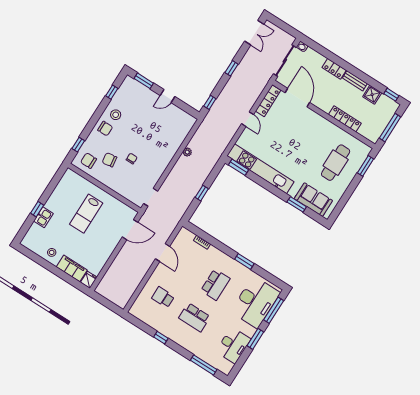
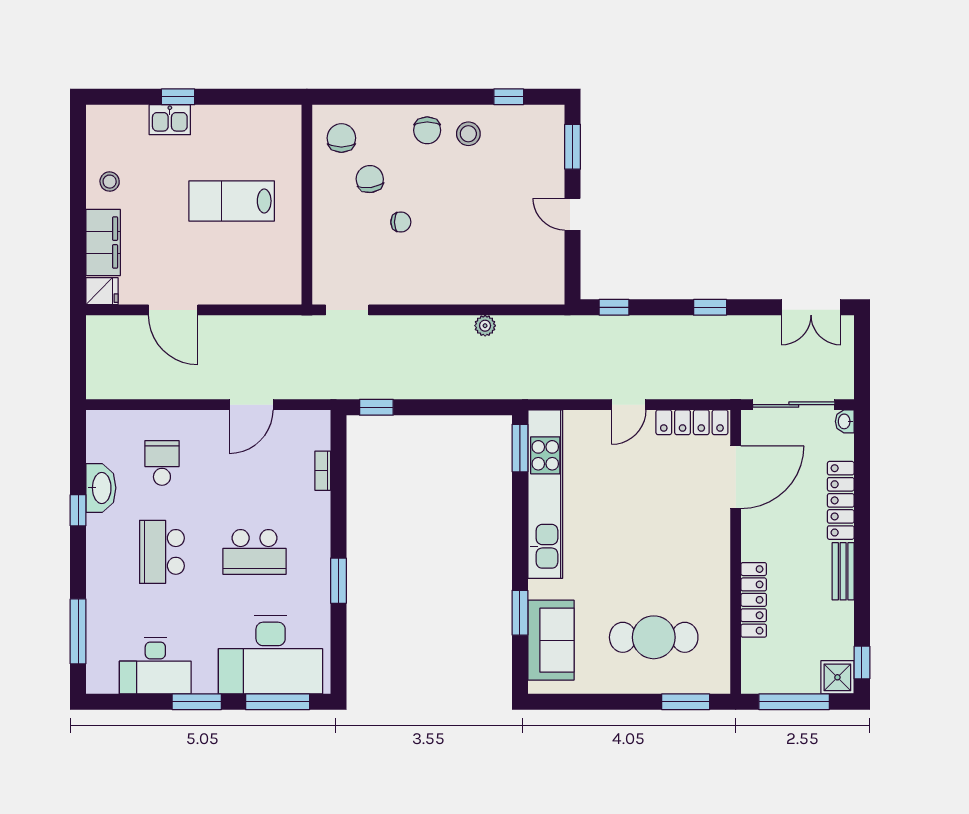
locker: (334, 69) -> (841, 500), width x1.53
shower: (372, 95) -> (837, 677), moved
window: (78, 145) -> (360, 97), removed
window: (202, 193) -> (376, 407), moved
door: (130, 230) -> (173, 310), moved
washbasin: (158, 325) -> (101, 488), added

